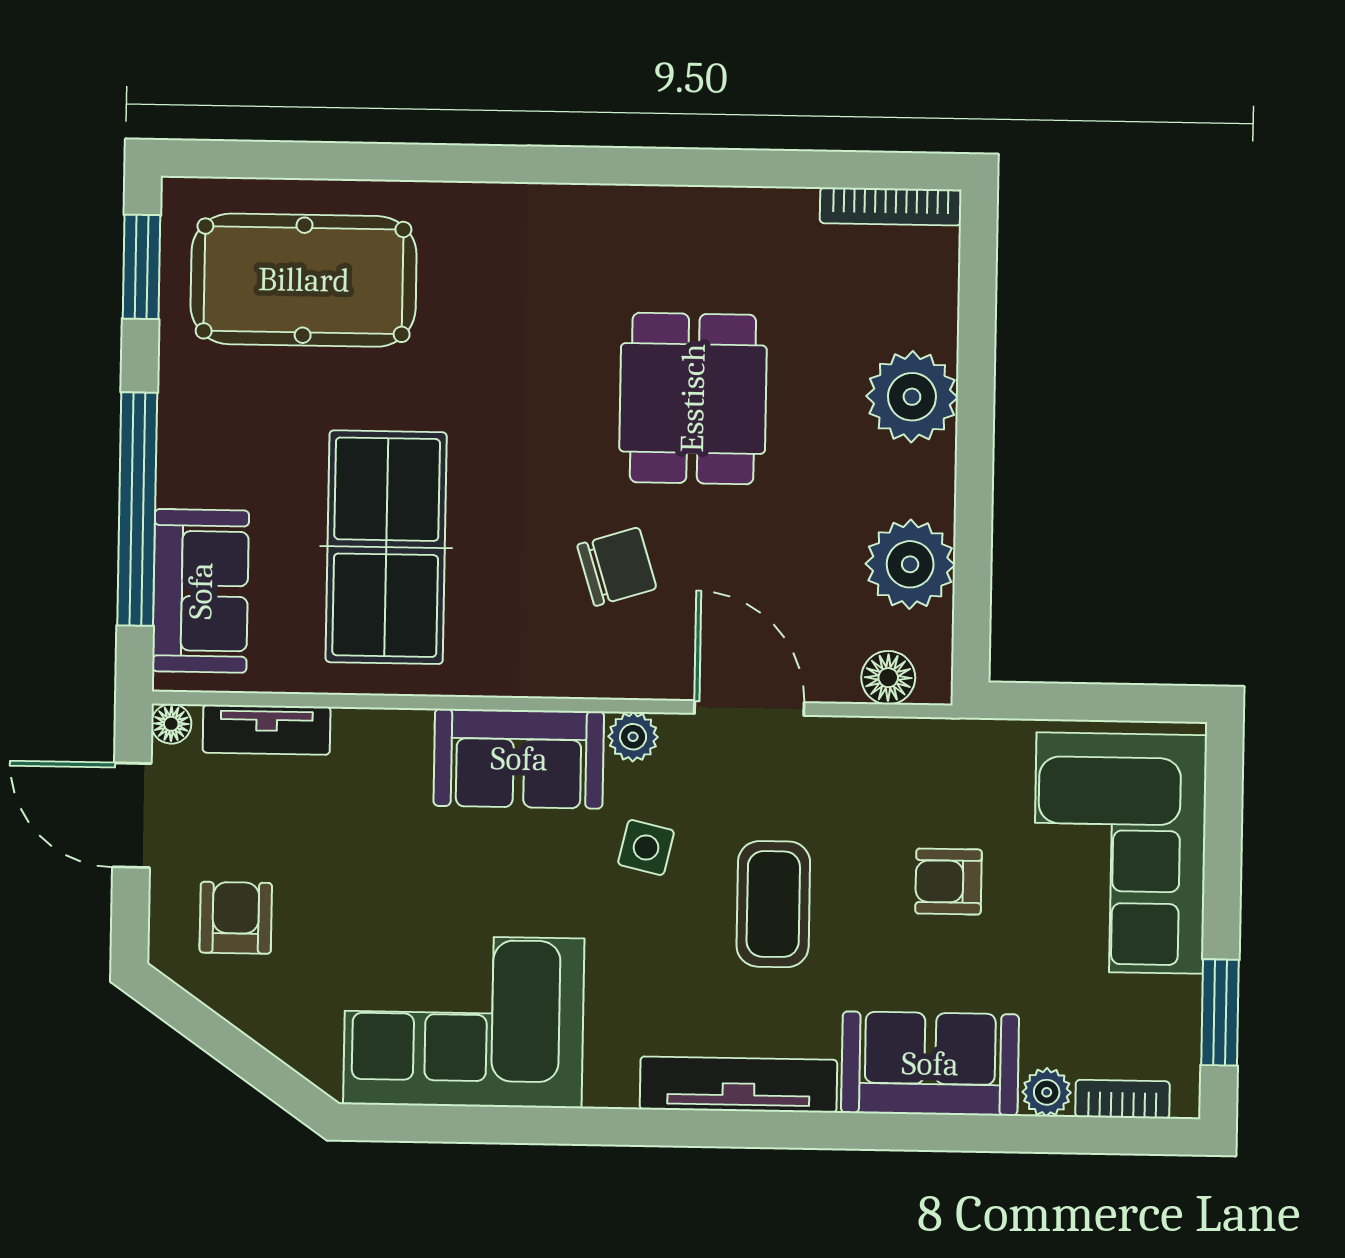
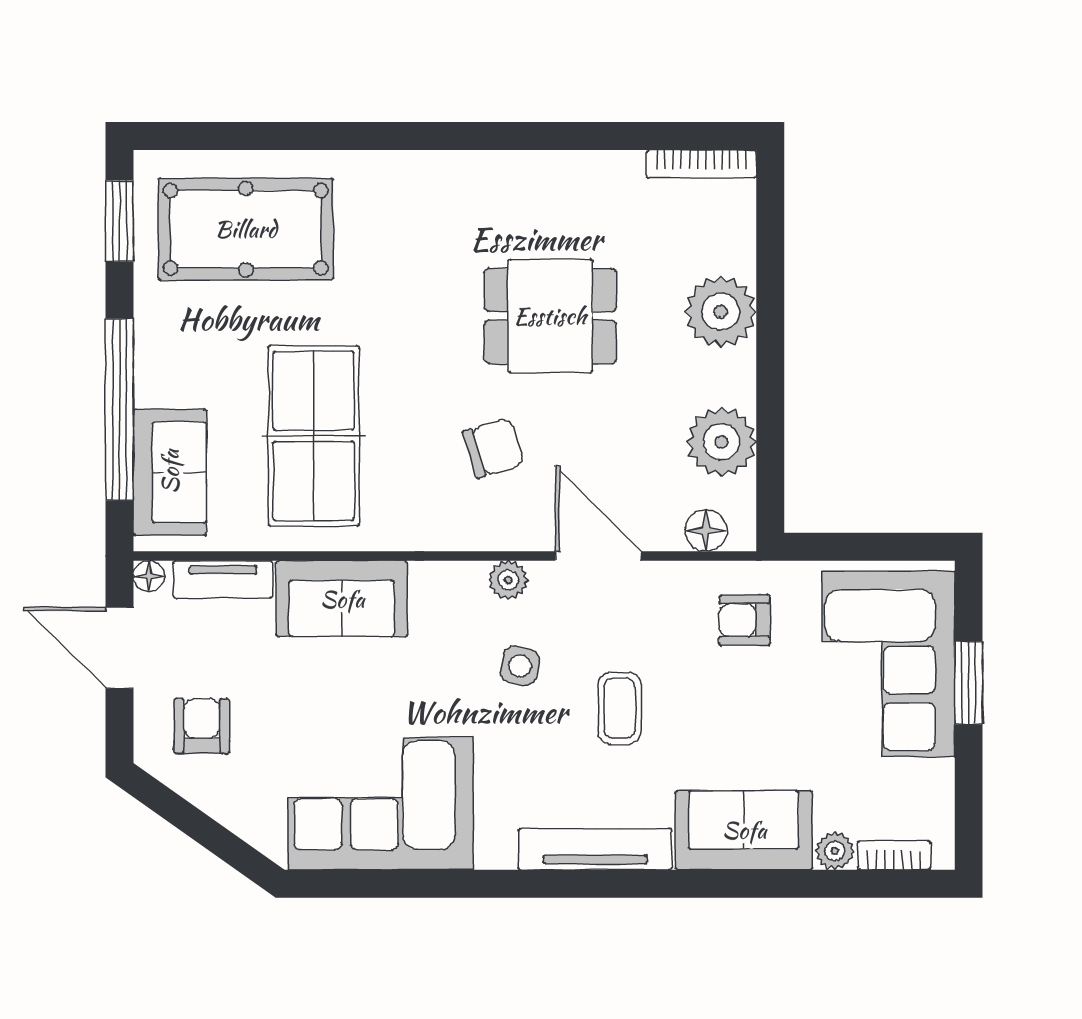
dining table: (693, 398) -> (550, 316), turned 90
sofa: (519, 759) -> (342, 599), moved
armchair: (949, 882) -> (745, 620), moved
coffee table: (773, 904) -> (620, 708), width x0.73, depth x0.77
window: (1220, 1012) -> (969, 683), moved

